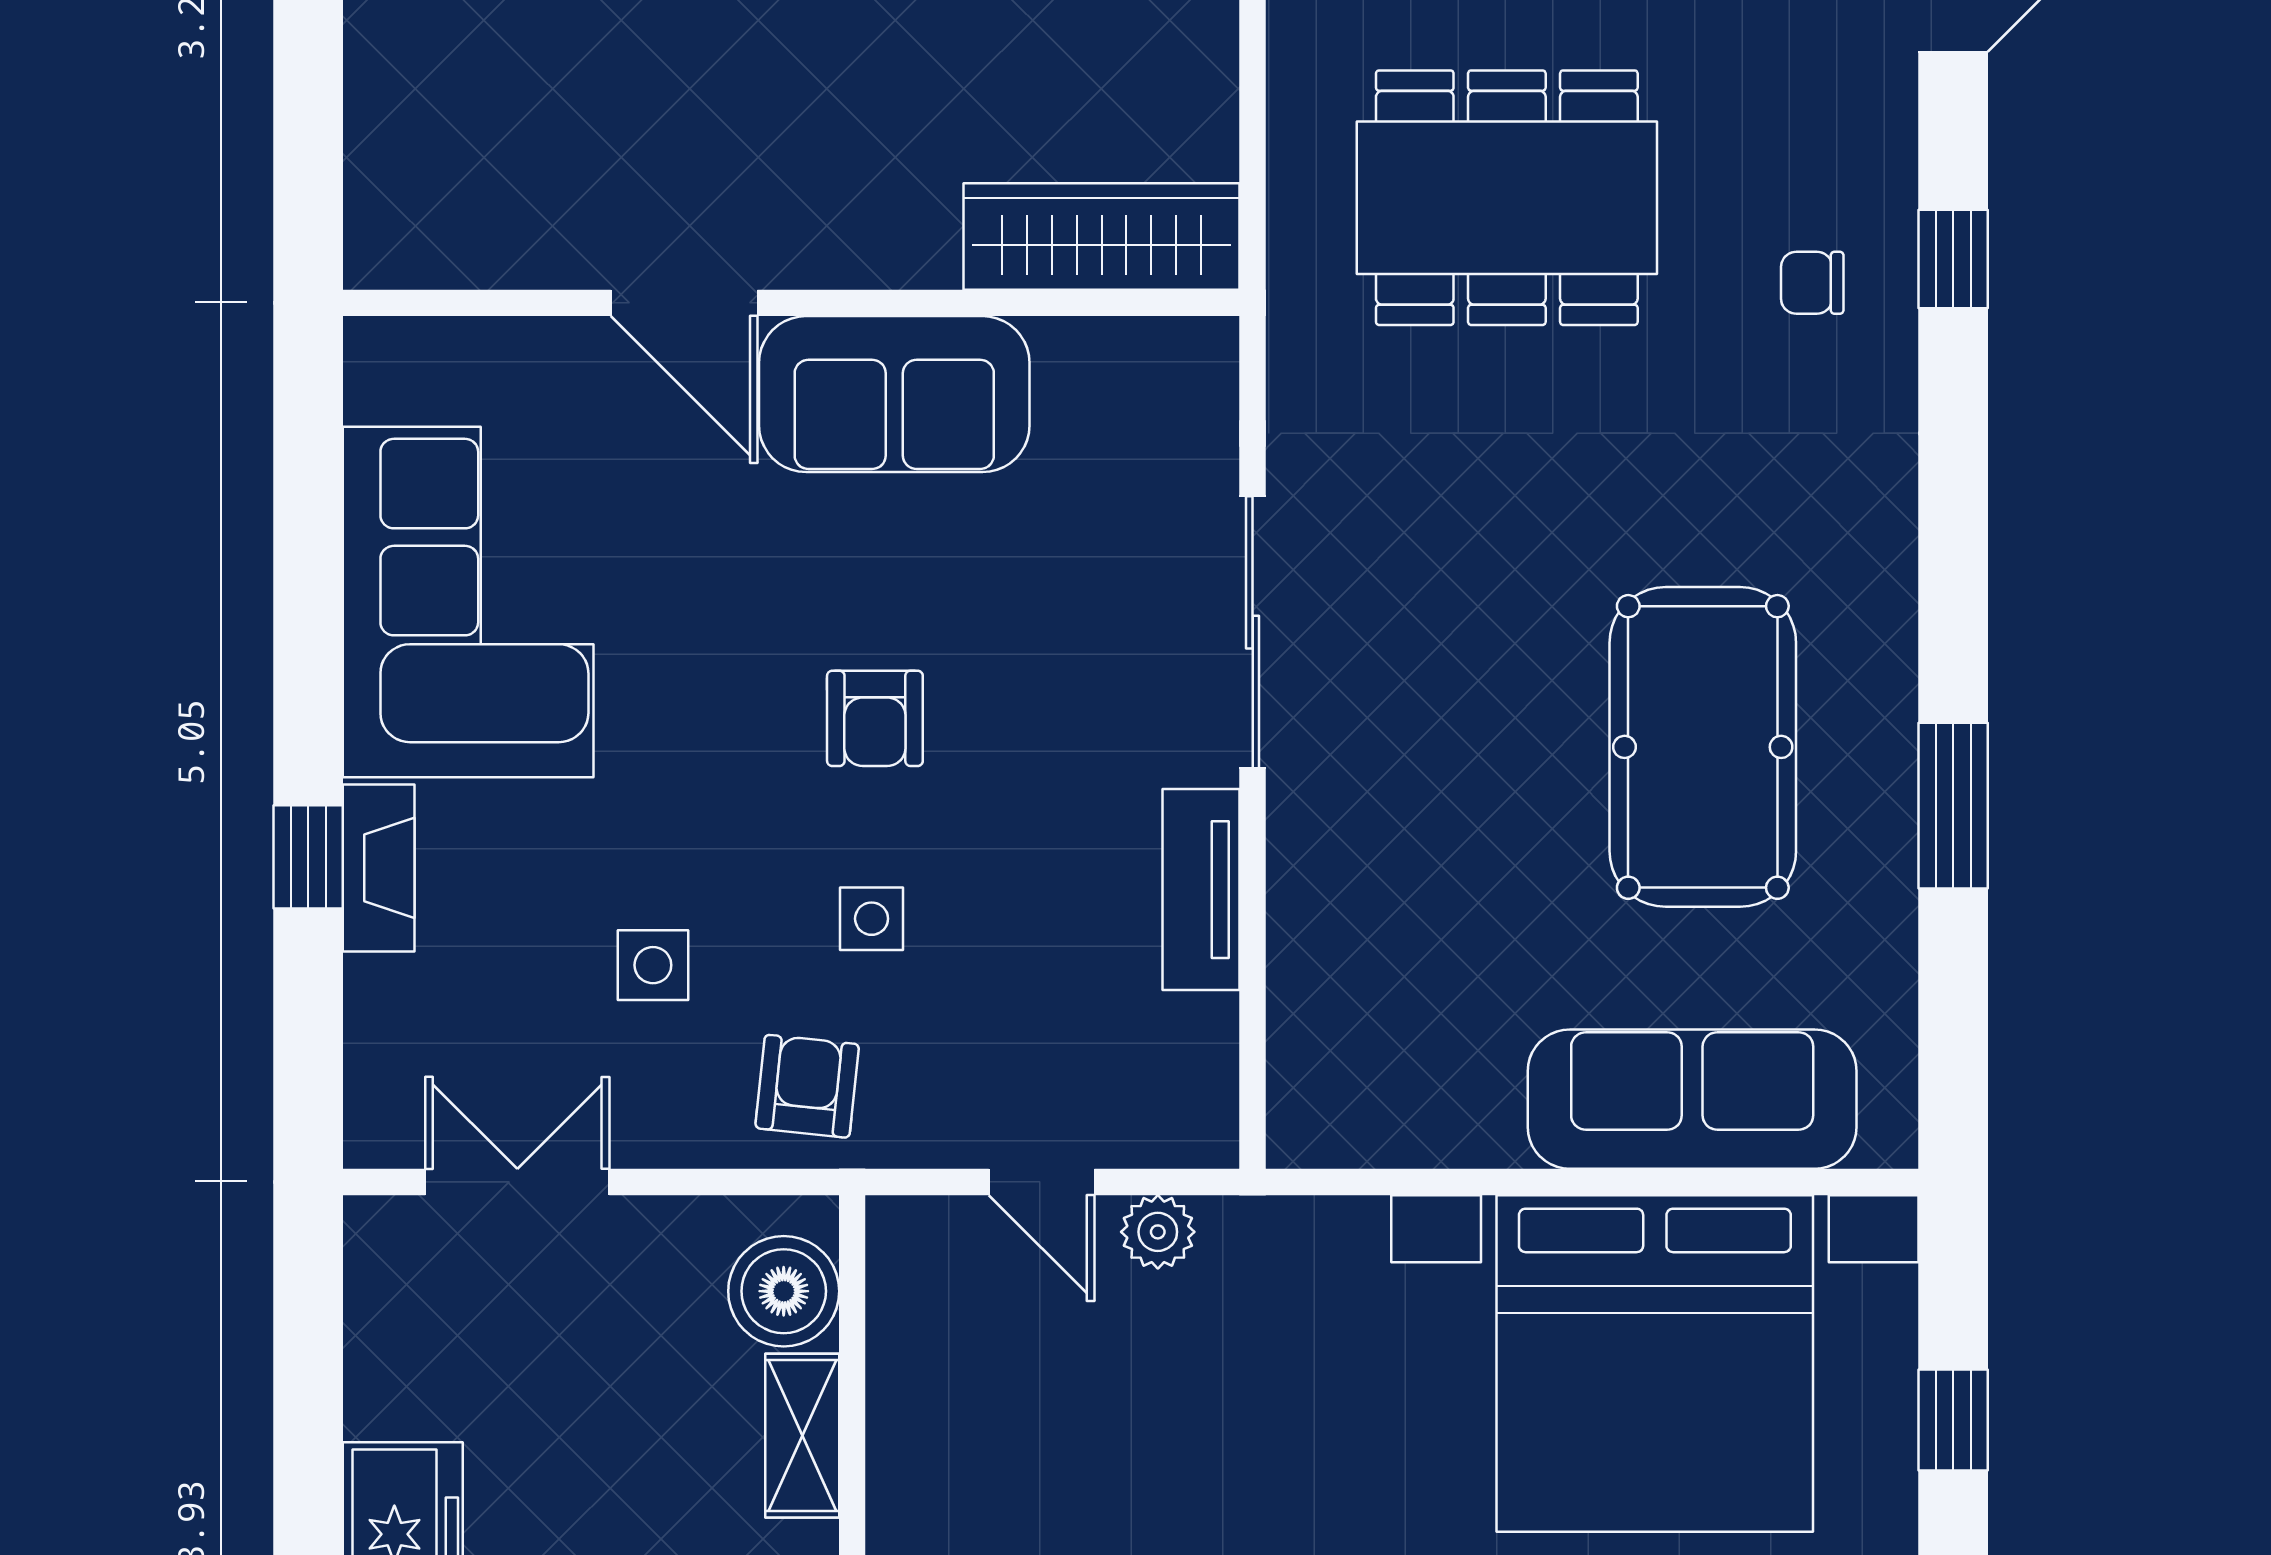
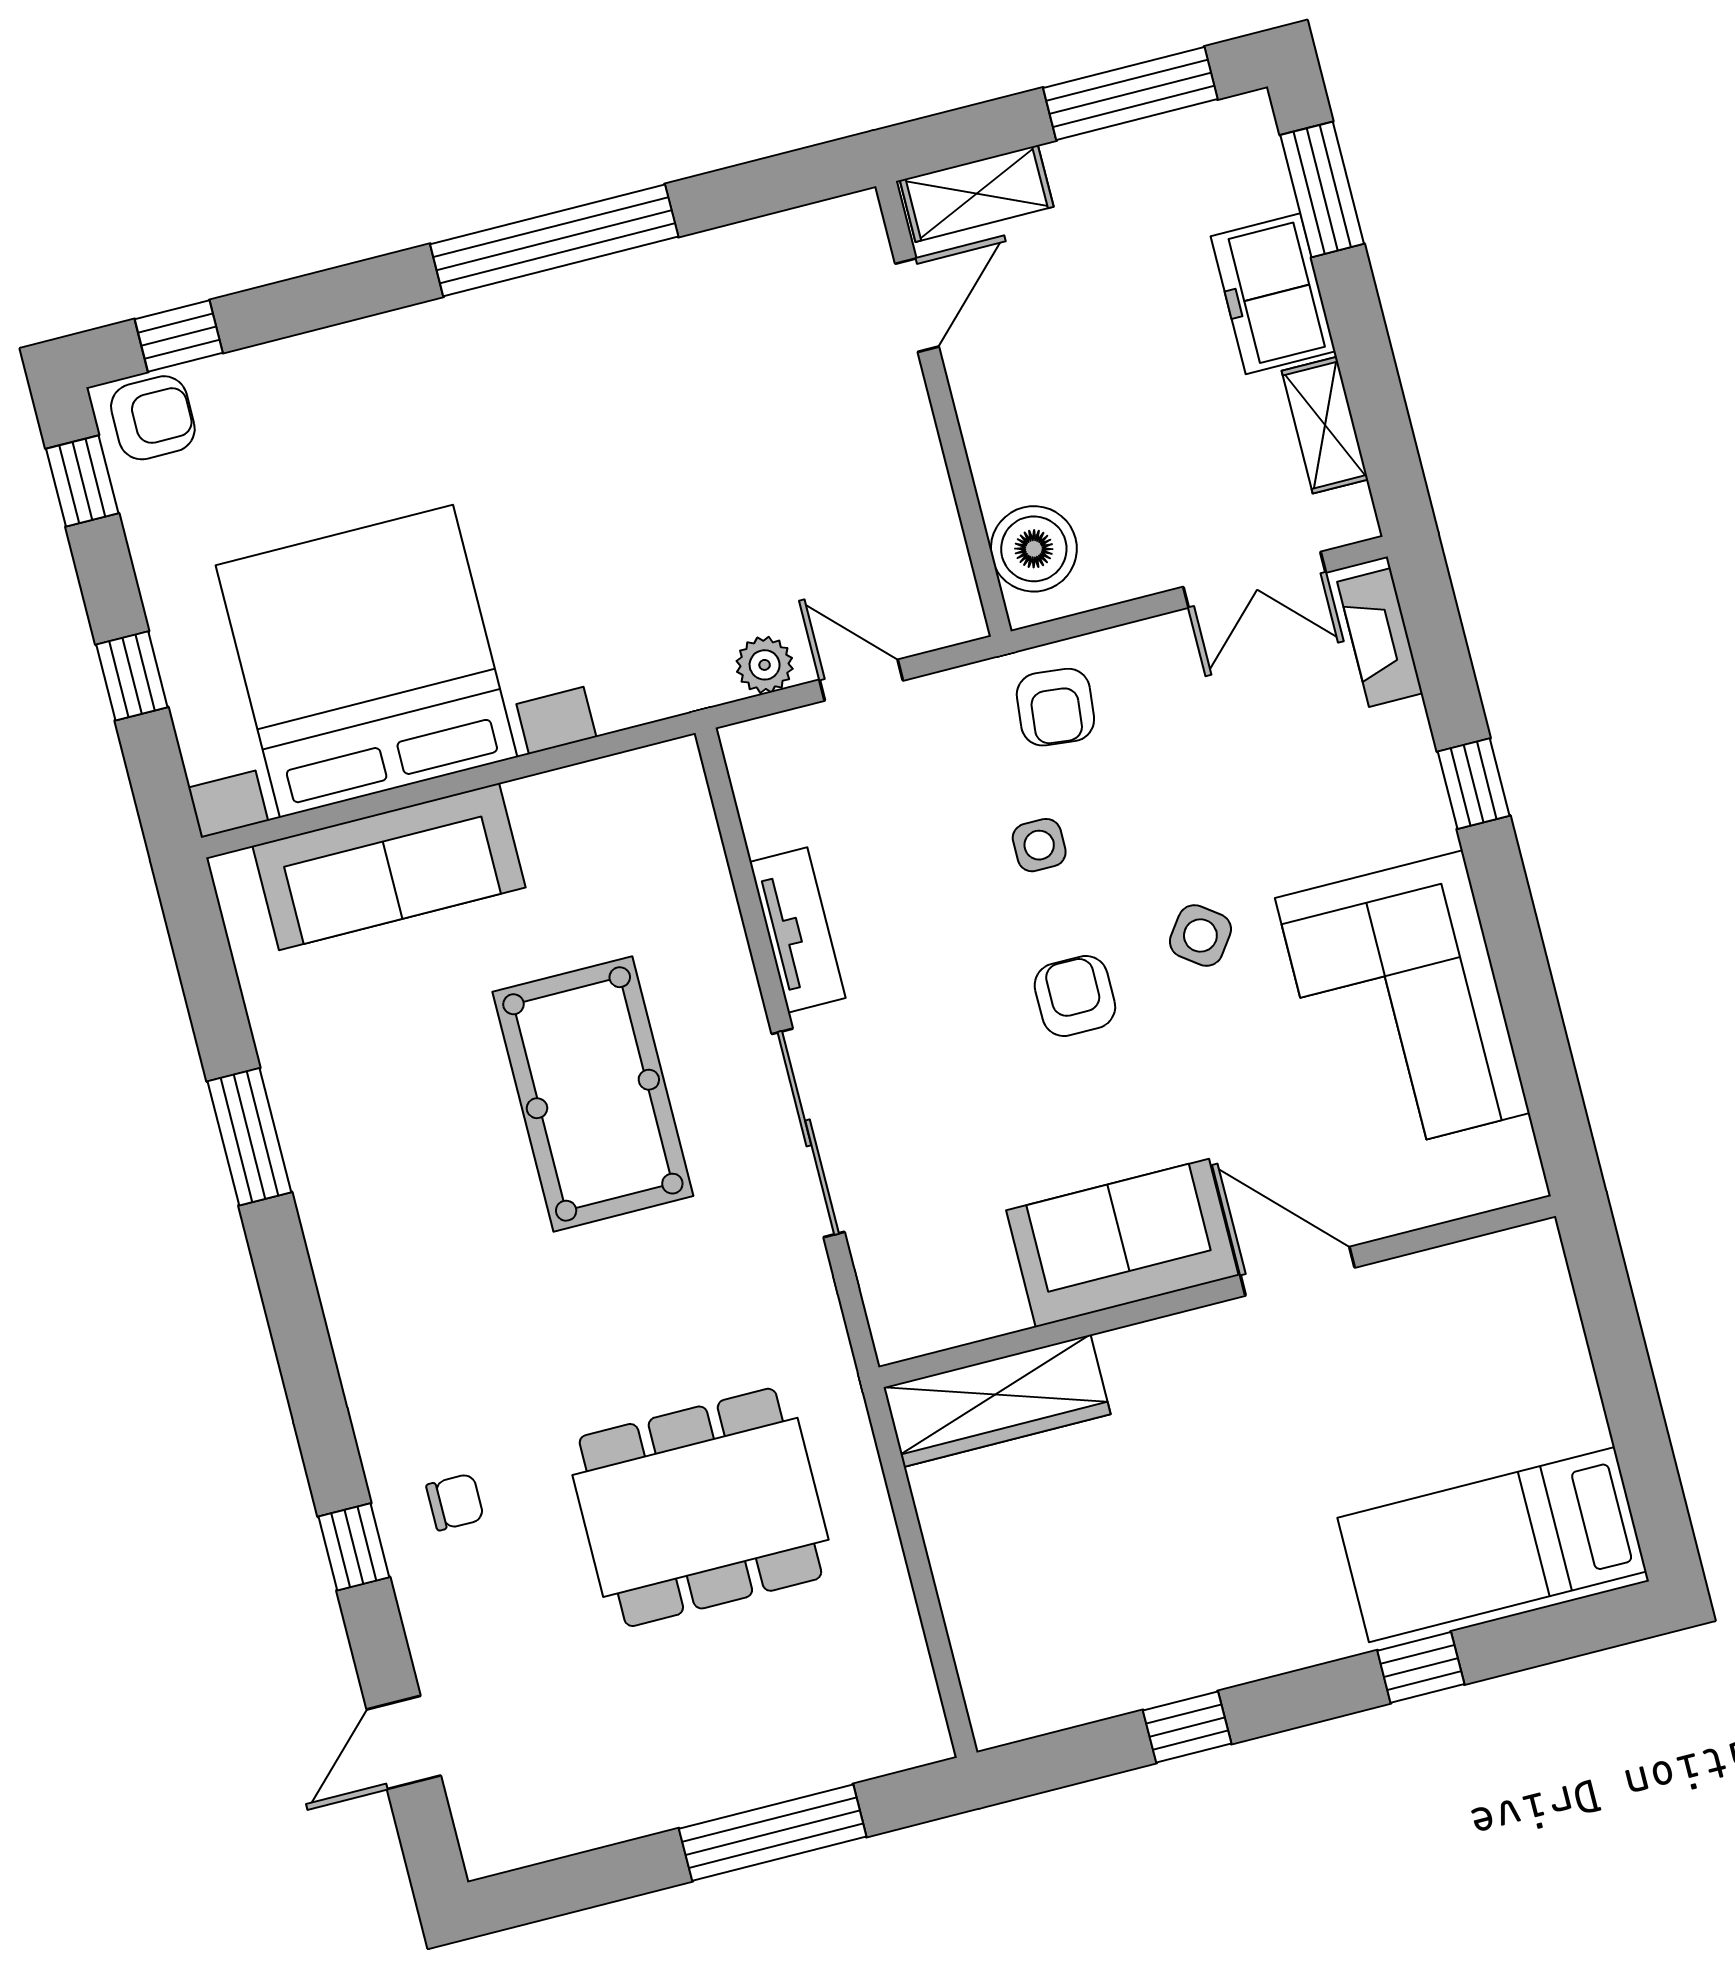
pool table: (1703, 747) -> (593, 1094), moved
fireplace: (379, 868) -> (1380, 637), moved
side table: (653, 965) -> (1200, 935), moved, turned 36
shelving: (802, 1436) -> (1325, 425), moved

